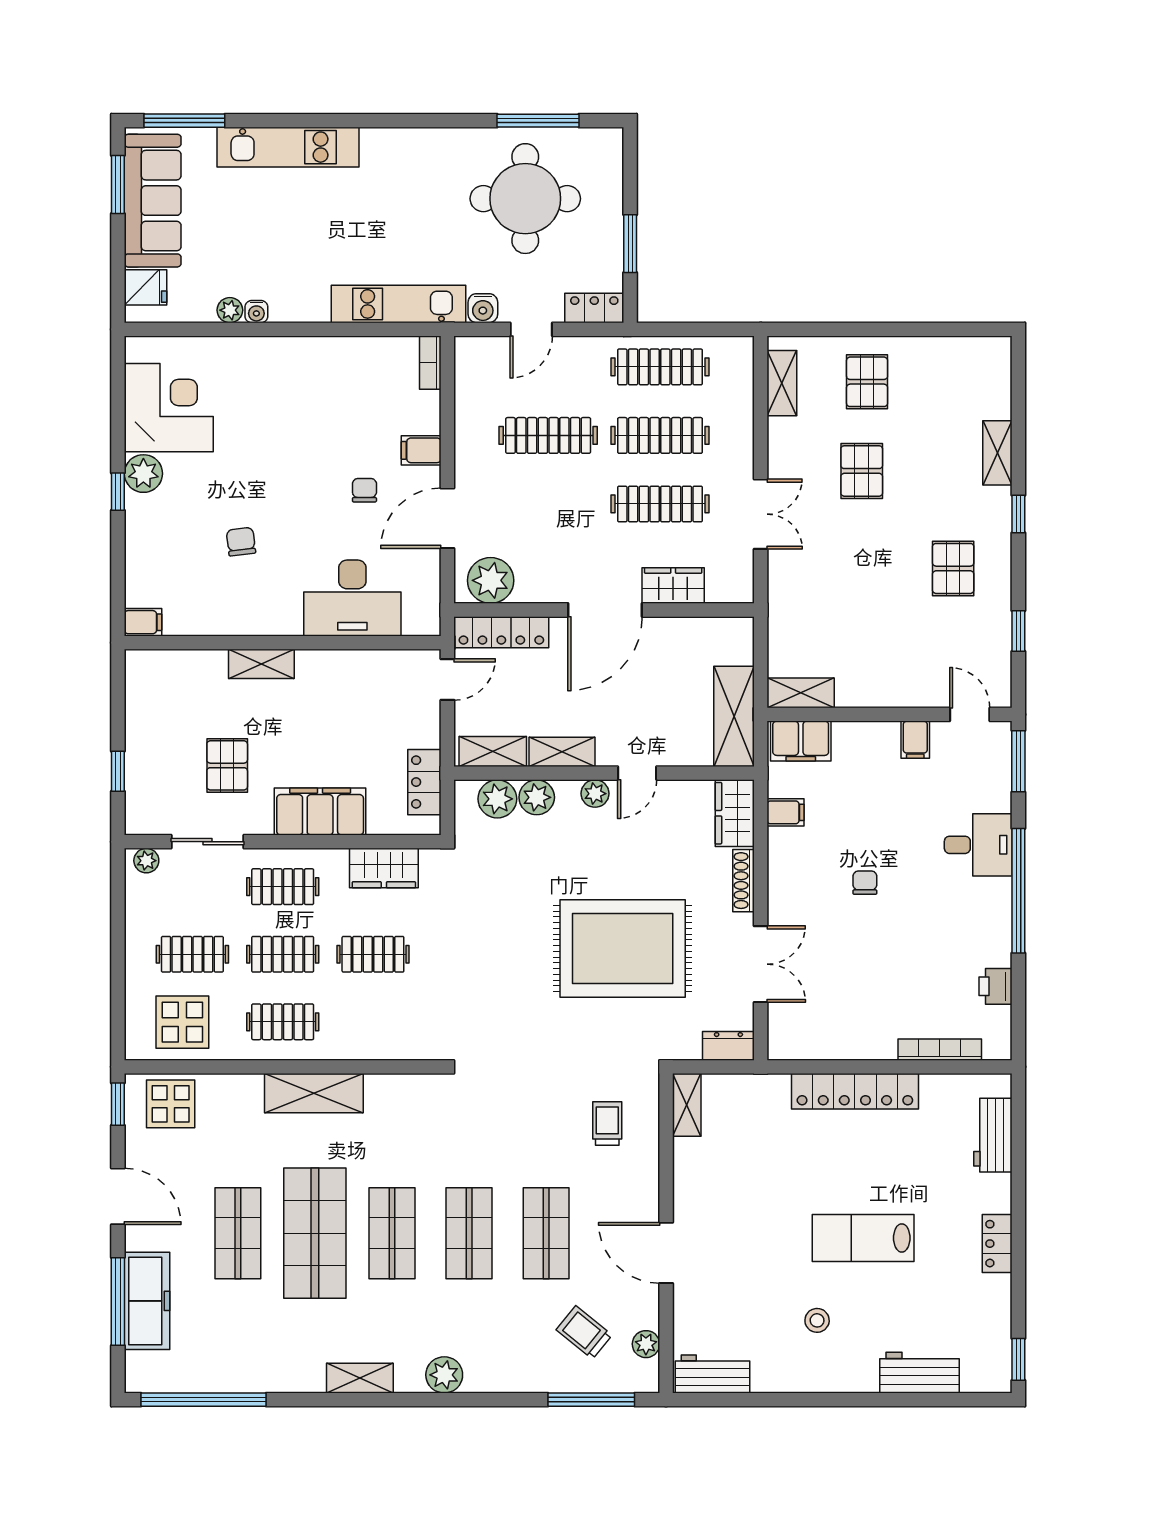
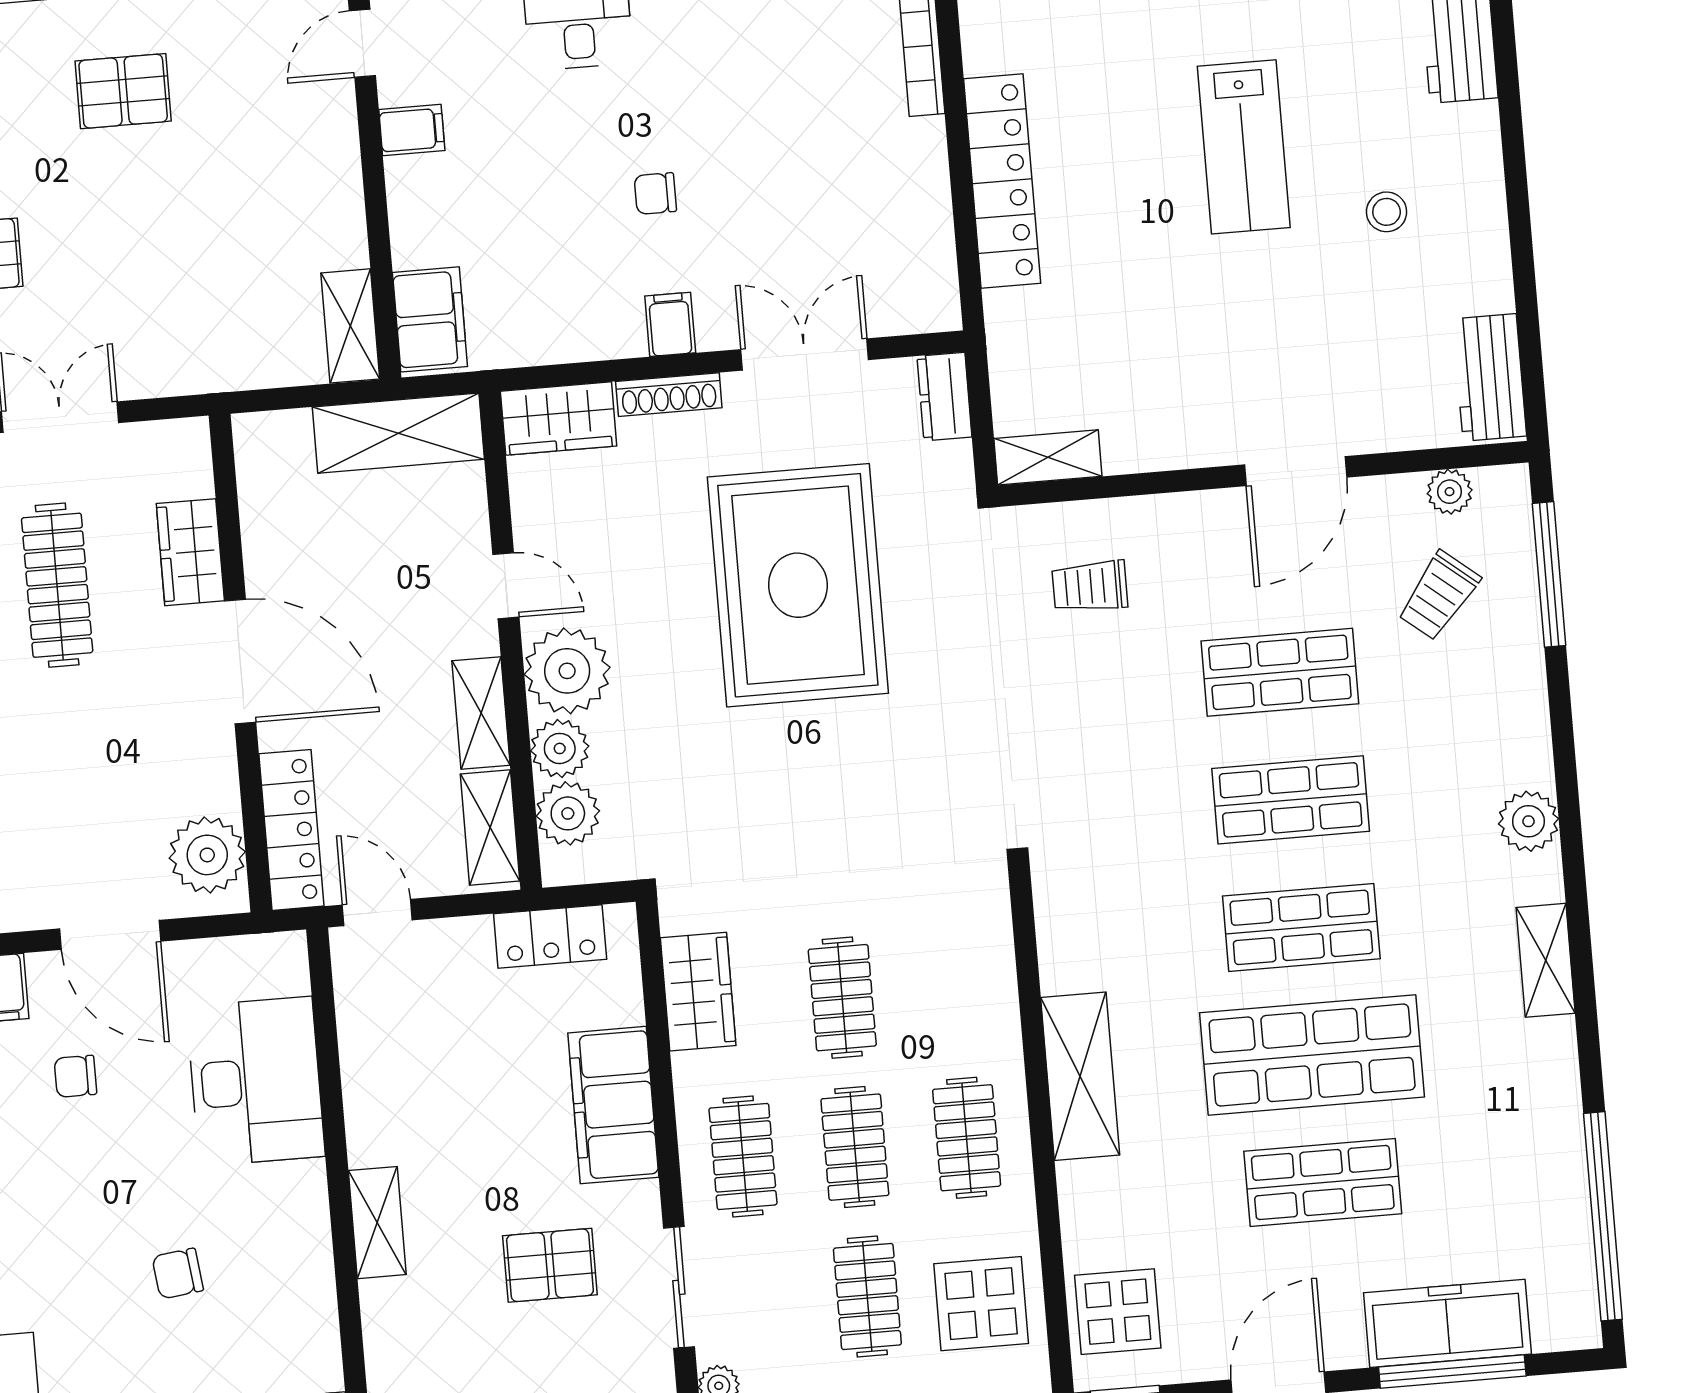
plant: (595, 794) -> (567, 671), width x1.88, depth x1.88
filing cabinet: (786, 812) -> (670, 324), moved

